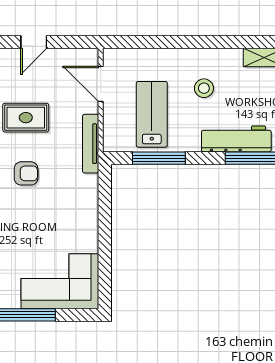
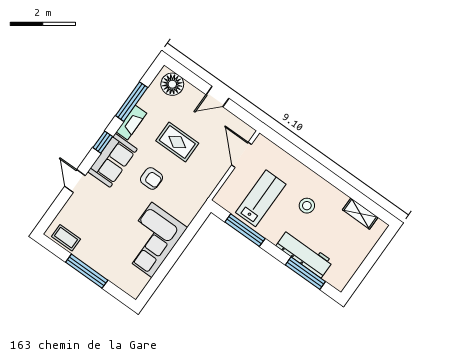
tv unit: (91, 144) -> (207, 189), removed
corner sofa: (60, 281) -> (152, 240), moved, turned -90

